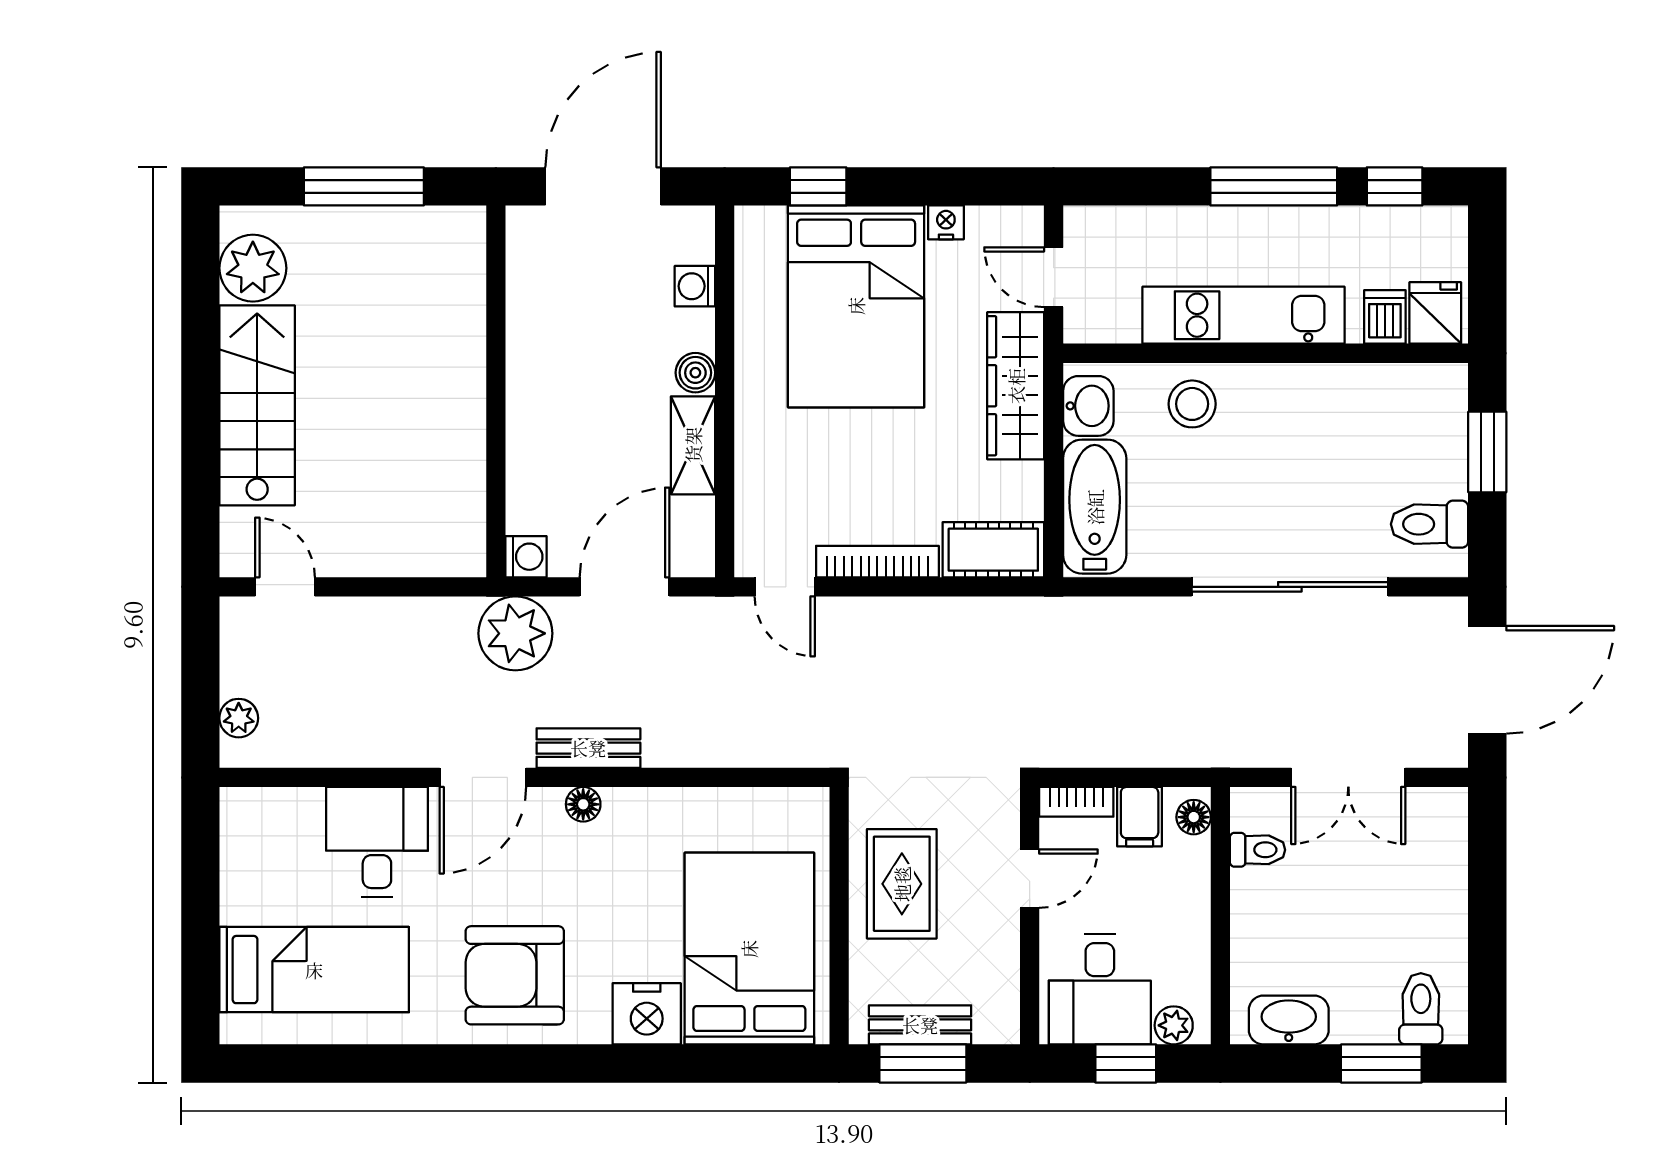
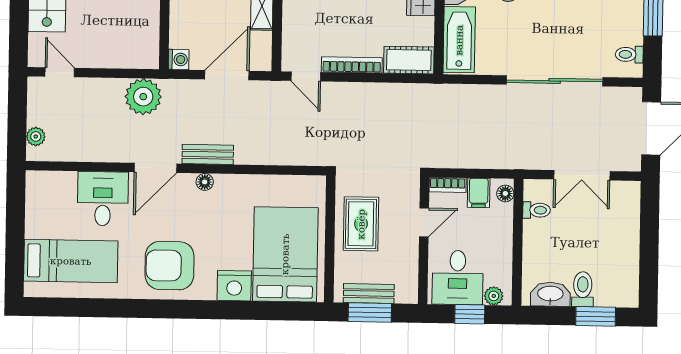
toilet: (1429, 524) -> (629, 54), width x0.73, depth x0.72
plant: (515, 633) -> (143, 97), moved
toilet: (1421, 1009) -> (583, 289), moved

